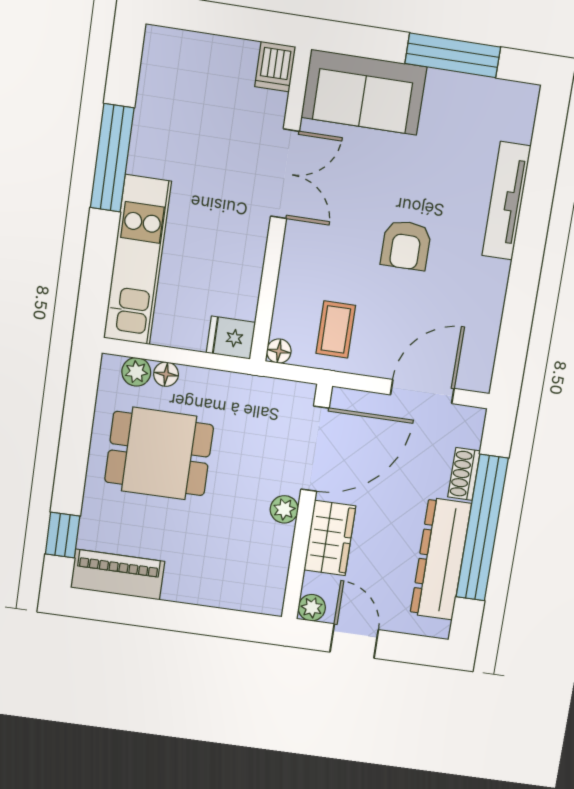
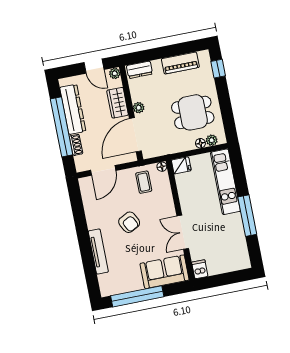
window: (453, 55) -> (137, 296), width x1.46
armchair: (406, 245) -> (129, 222), turned 152
piano: (118, 575) -> (180, 63), moved
dresser: (250, 596) -> (140, 70), added

